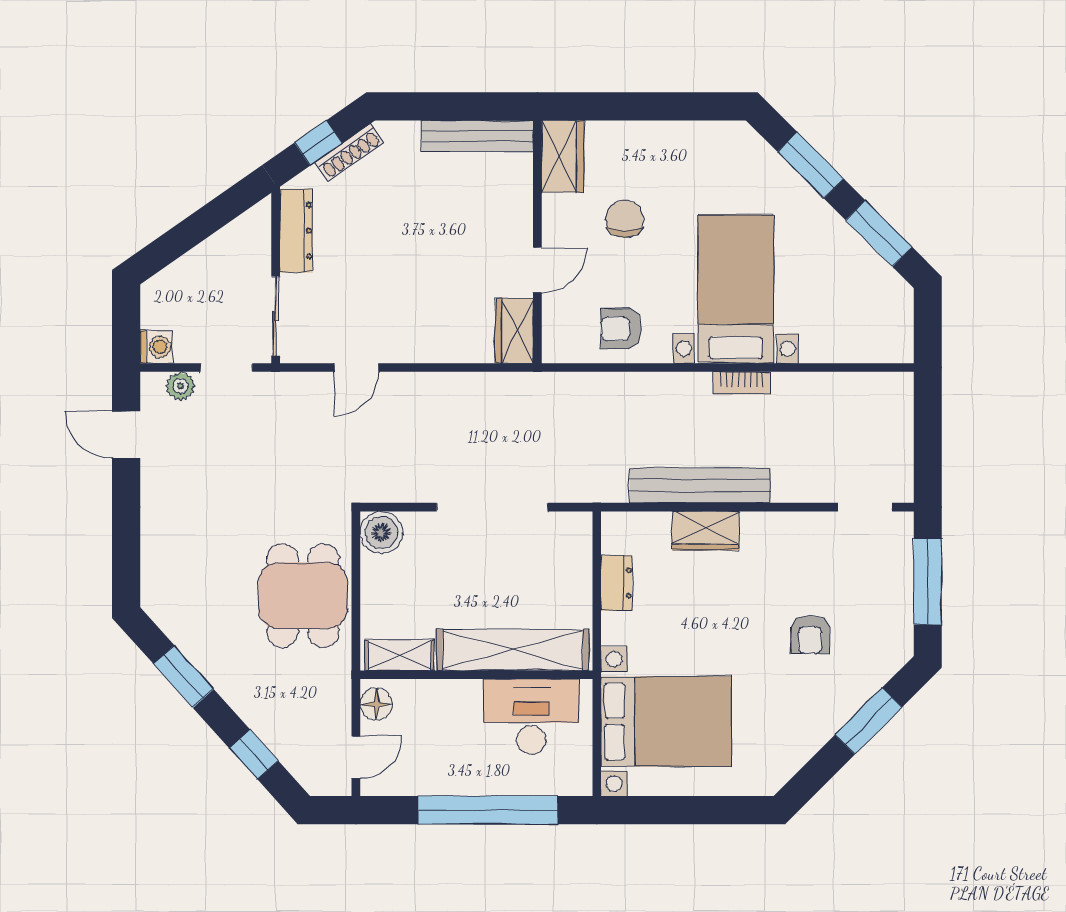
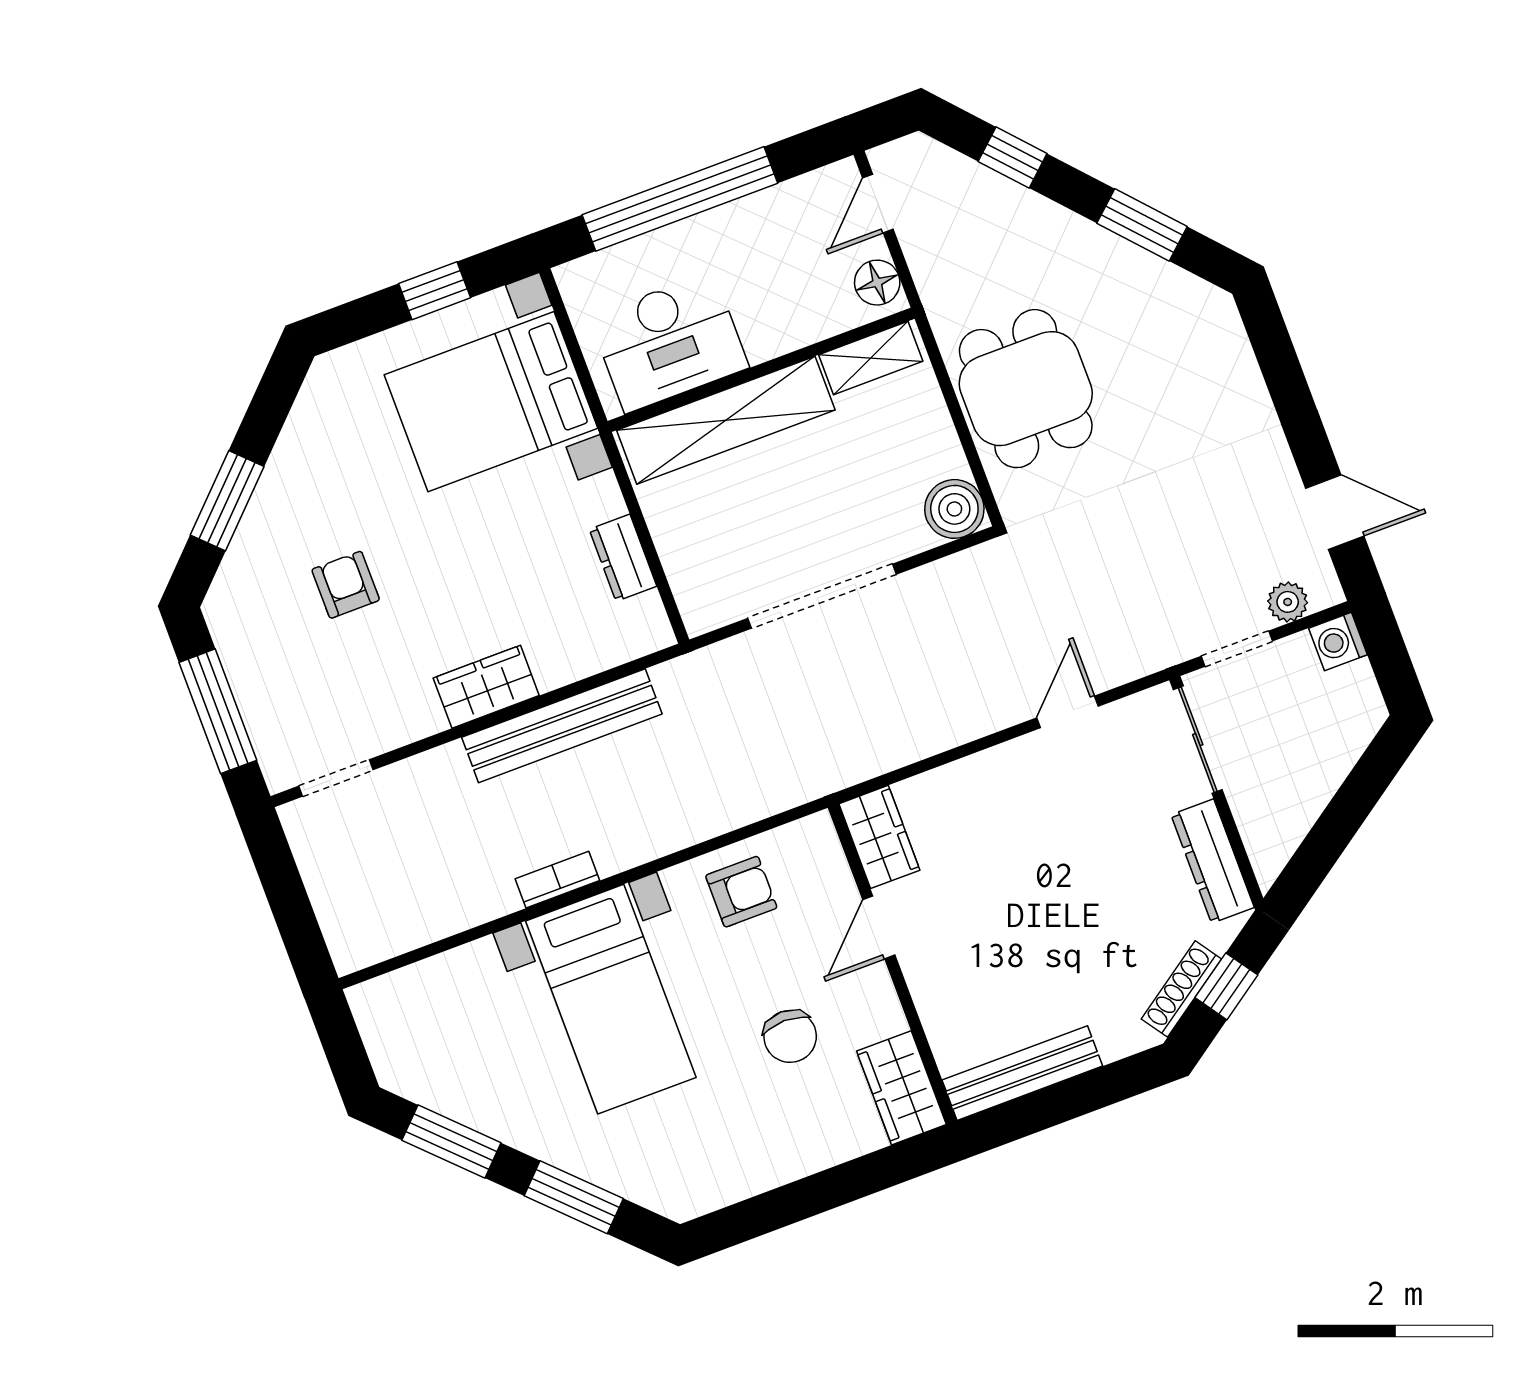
wardrobe: (705, 531) -> (486, 687), moved
window: (676, 810) -> (435, 291), added

